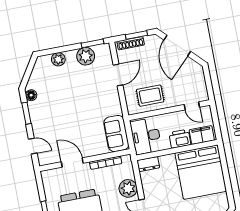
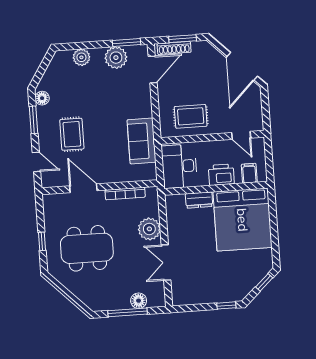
door: (177, 46) -> (242, 67), moved
door: (118, 75) -> (153, 69), moved
rug: (58, 121) -> (72, 134), added
sofa: (116, 134) -> (142, 141), moved
filing cabinet: (202, 135) -> (249, 173), width x0.50
dresser: (148, 164) -> (199, 200), moved

